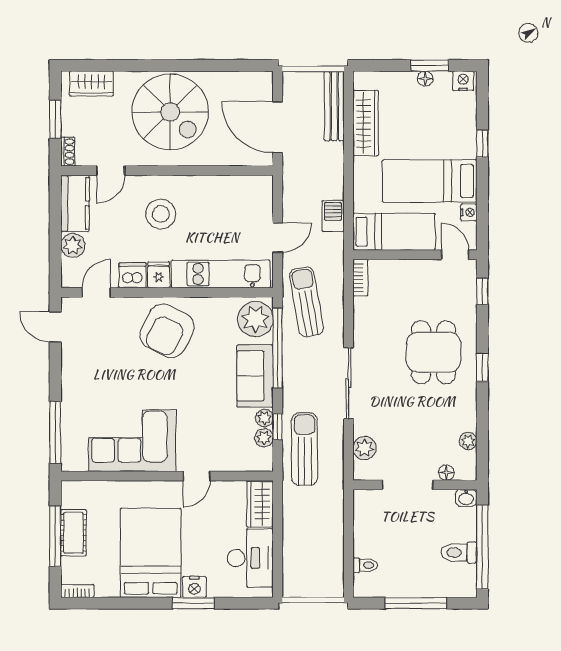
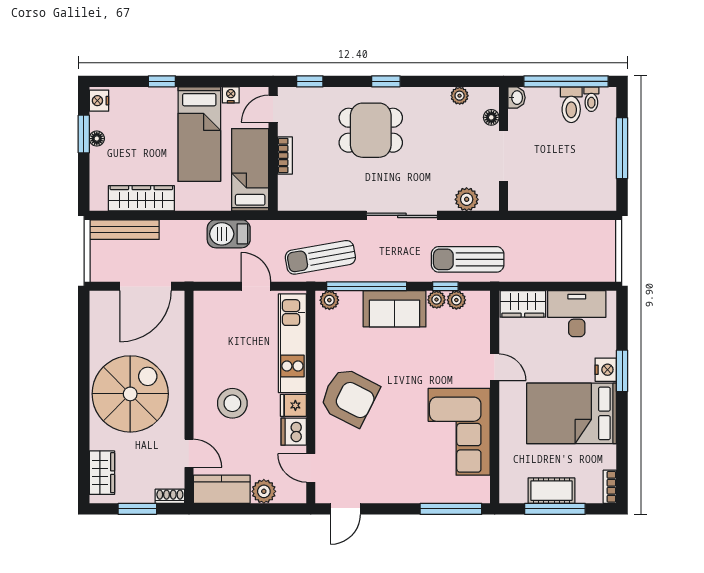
barbecue: (333, 216) -> (229, 234), width x1.38, depth x1.27
bookcase: (360, 278) -> (285, 155), moved, turned 90
plant: (255, 319) -> (329, 300), width x0.53, depth x0.53
toilet: (365, 565) -> (591, 99), moved, turned 180

